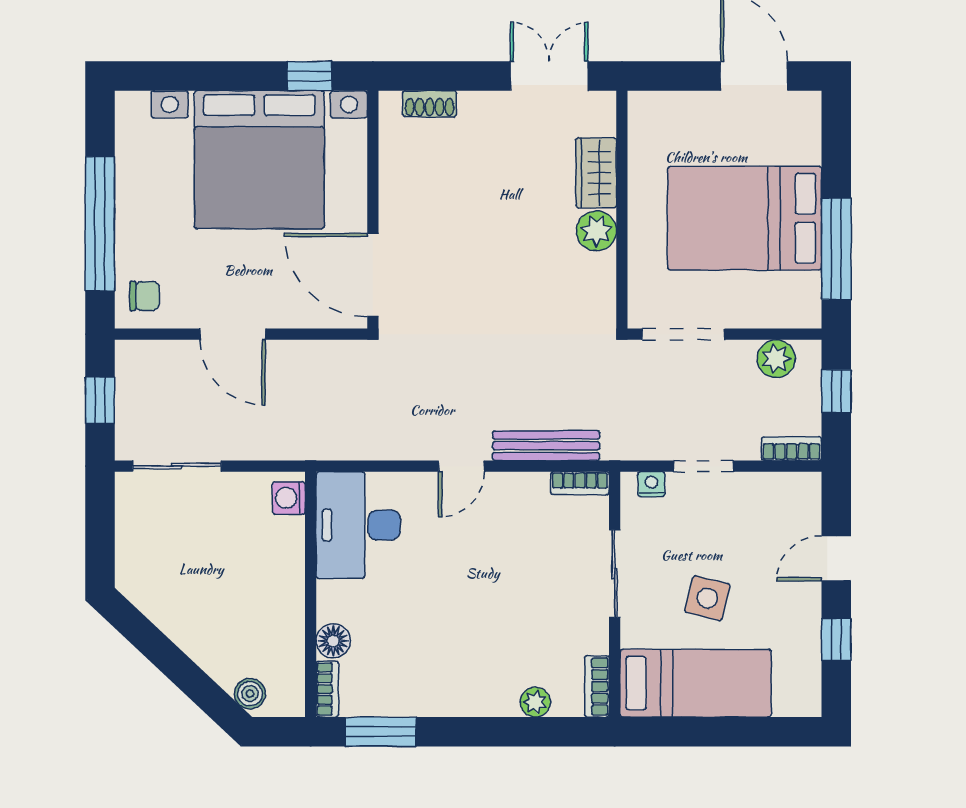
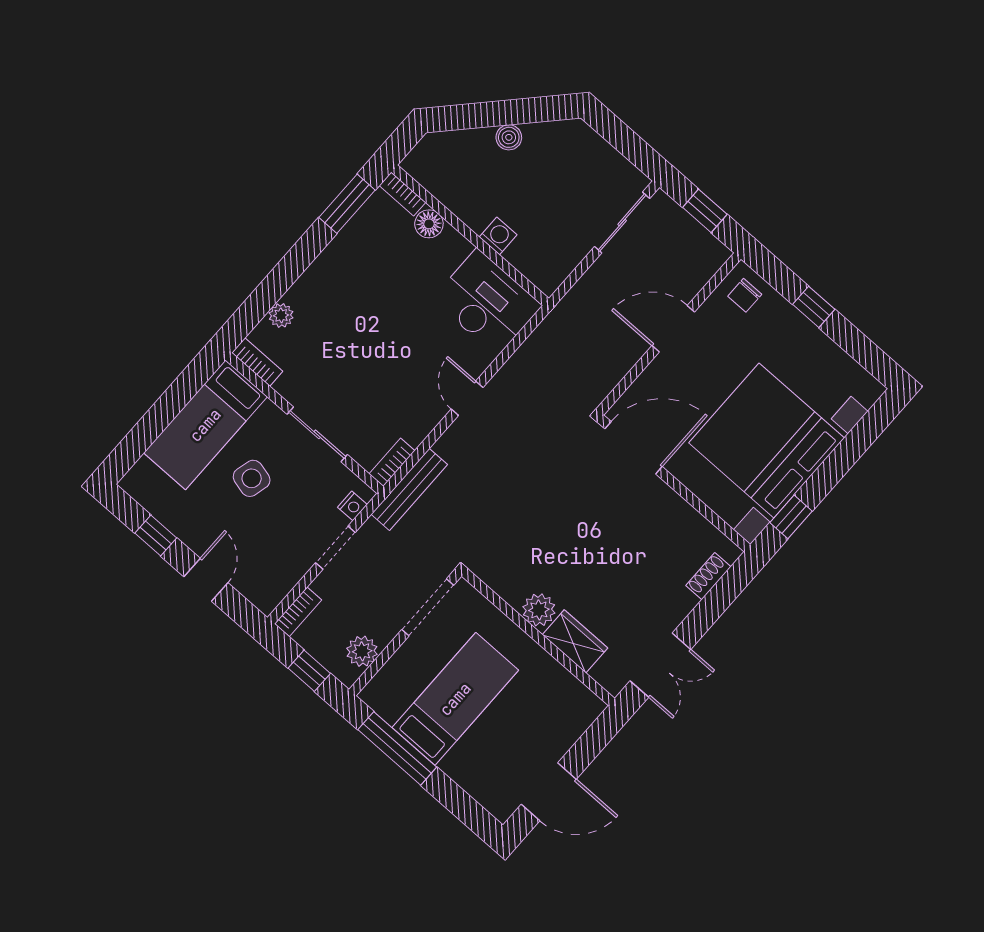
bed: (745, 218) -> (455, 699), width x0.67
window: (100, 224) -> (814, 307), width x0.32
bench: (546, 446) -> (409, 489), moved
washing machine: (289, 498) -> (498, 236), moved
boiler: (250, 694) -> (509, 137), moved

